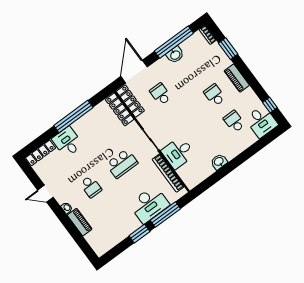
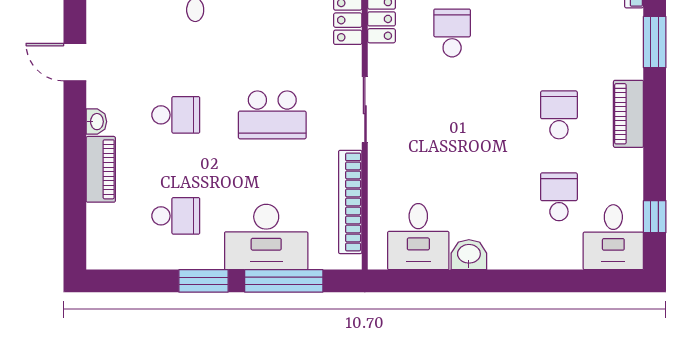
desk: (178, 153) -> (418, 237), moved, turned -90
school desk: (91, 187) -> (176, 115), turned -90
school desk: (115, 219) -> (176, 216), added

